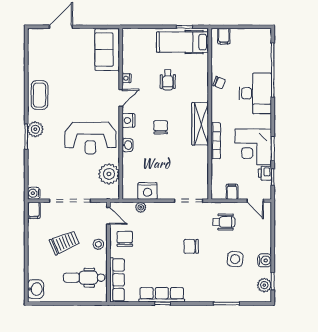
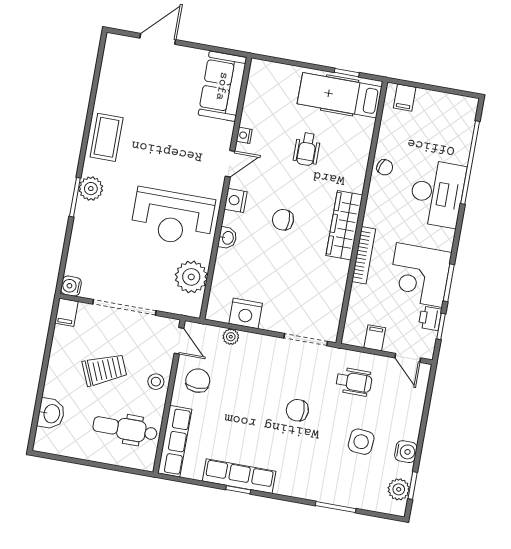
chair: (161, 127) -> (283, 220), turned -90
washbasin: (36, 289) -> (51, 414), moved

